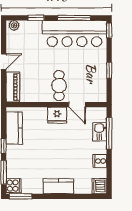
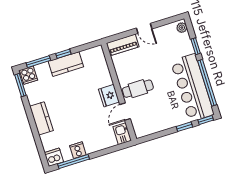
window: (74, 18) -> (207, 83), width x1.46
window: (109, 70) -> (184, 127), moved
kitchen counter: (14, 128) -> (66, 64), moved
kitchen sink: (100, 132) -> (122, 134), moved, turned -90
window: (109, 133) -> (73, 161), moved

